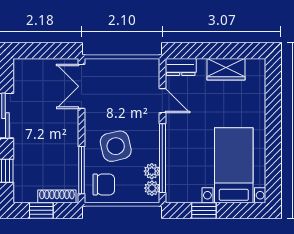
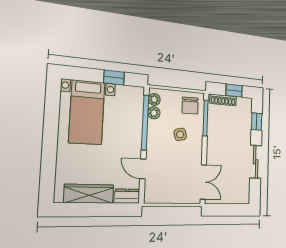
wardrobe: (226, 69) -> (89, 194), width x1.50
side table: (116, 146) -> (180, 134), width x0.54, depth x0.54
chair: (104, 185) -> (190, 106), turned -91

